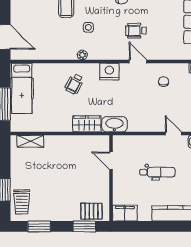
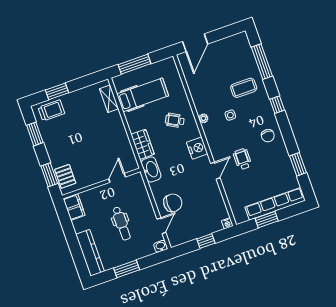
chair: (164, 82) -> (173, 203), moved, width x1.87, depth x1.87
hospital bed: (22, 88) -> (143, 95), moved, turned 180
trolley: (22, 202) -> (51, 110), turned 180

